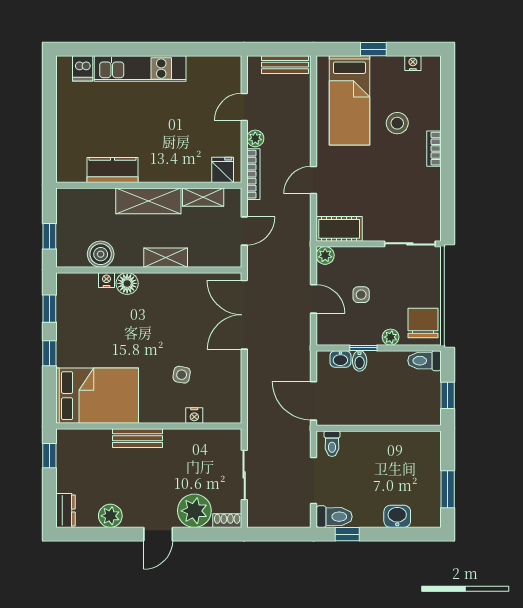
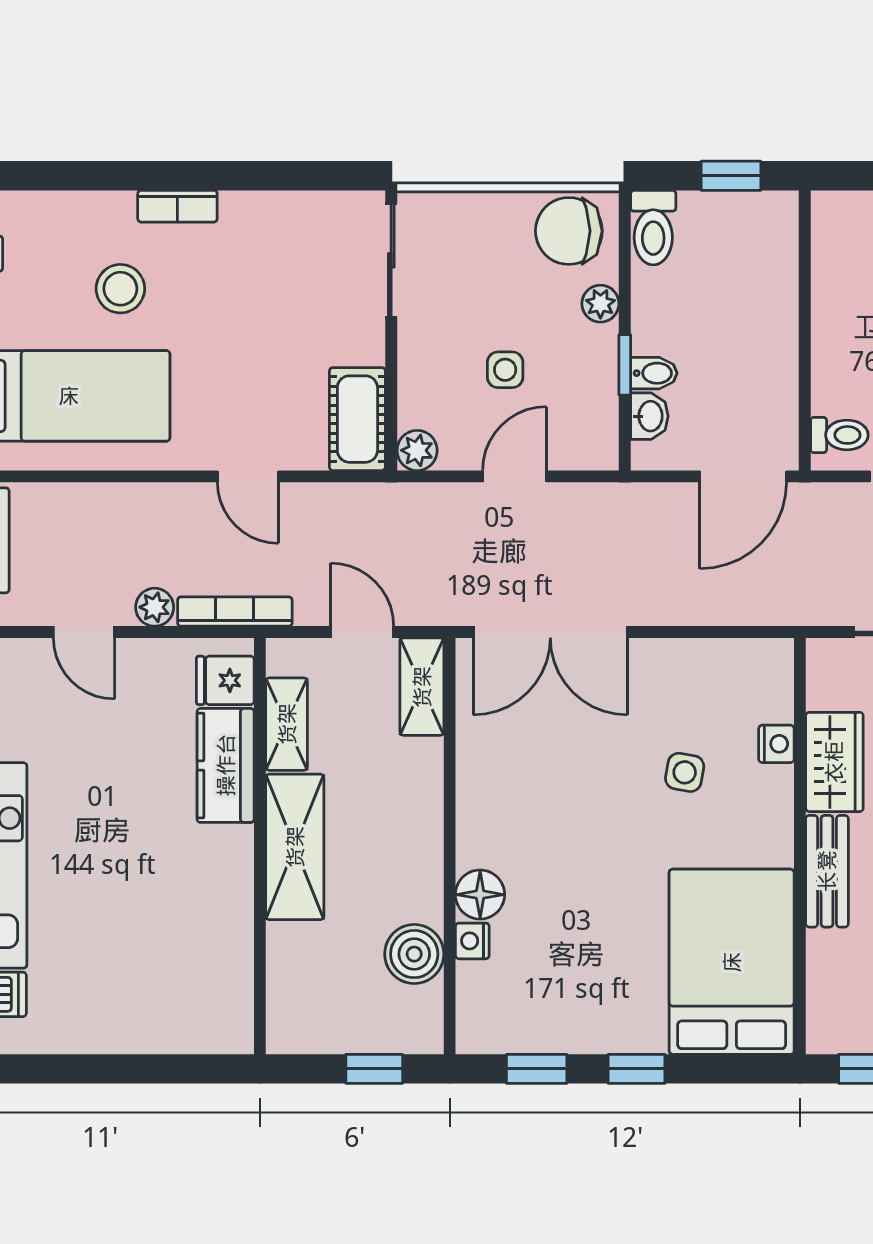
kitchen counter: (113, 170) -> (226, 765), moved
shelving: (166, 258) -> (422, 687), moved
wardrobe: (186, 441) -> (834, 762), added

